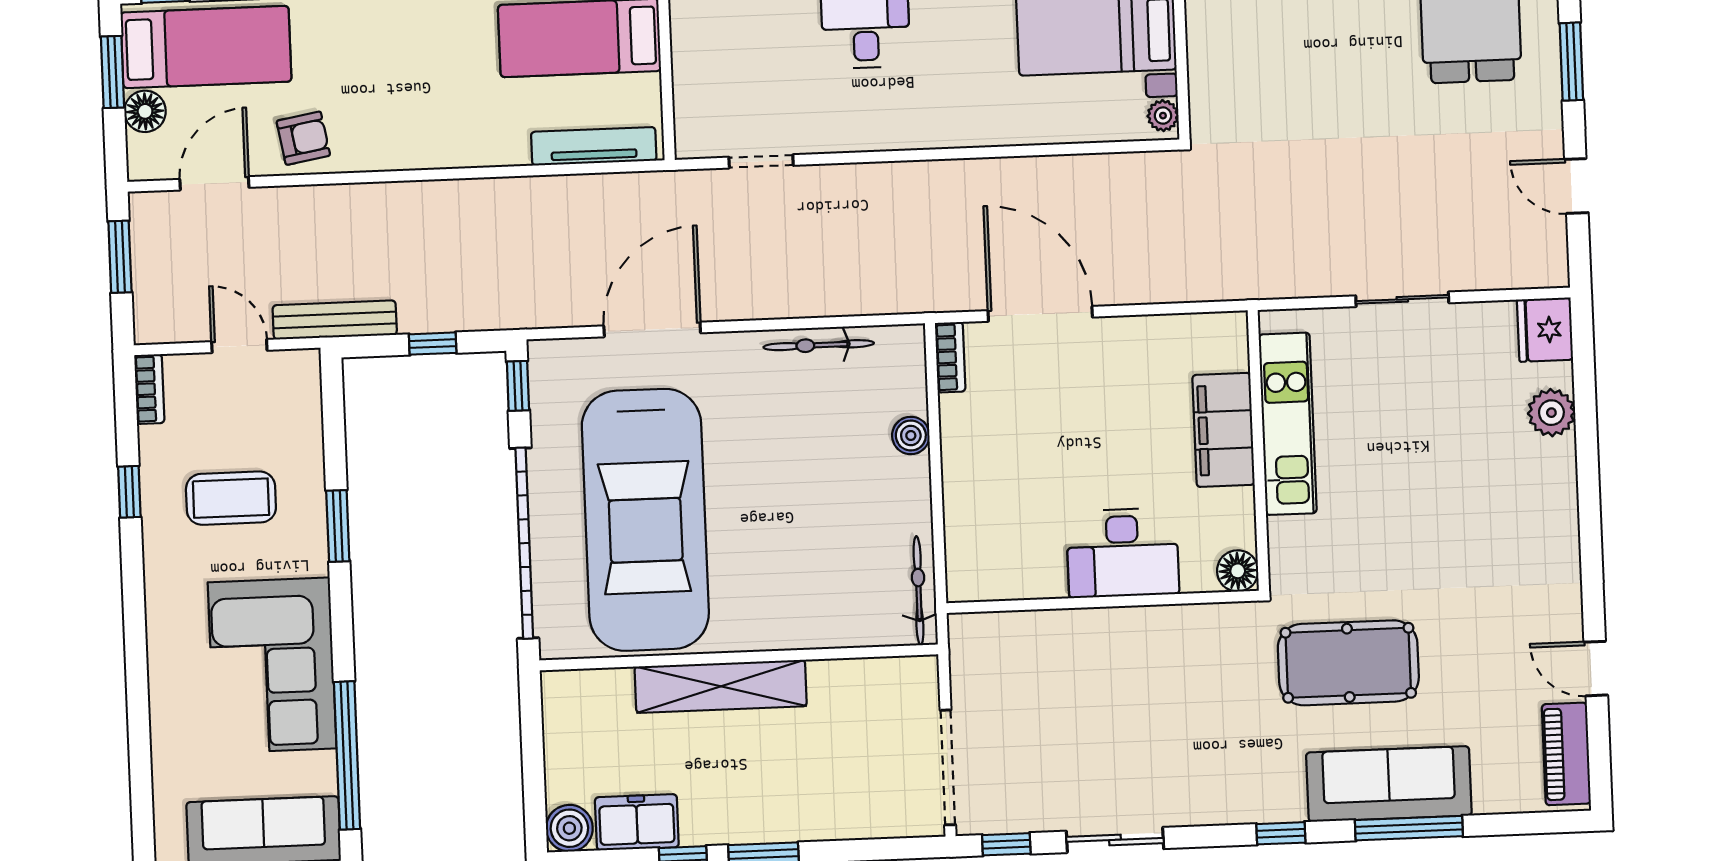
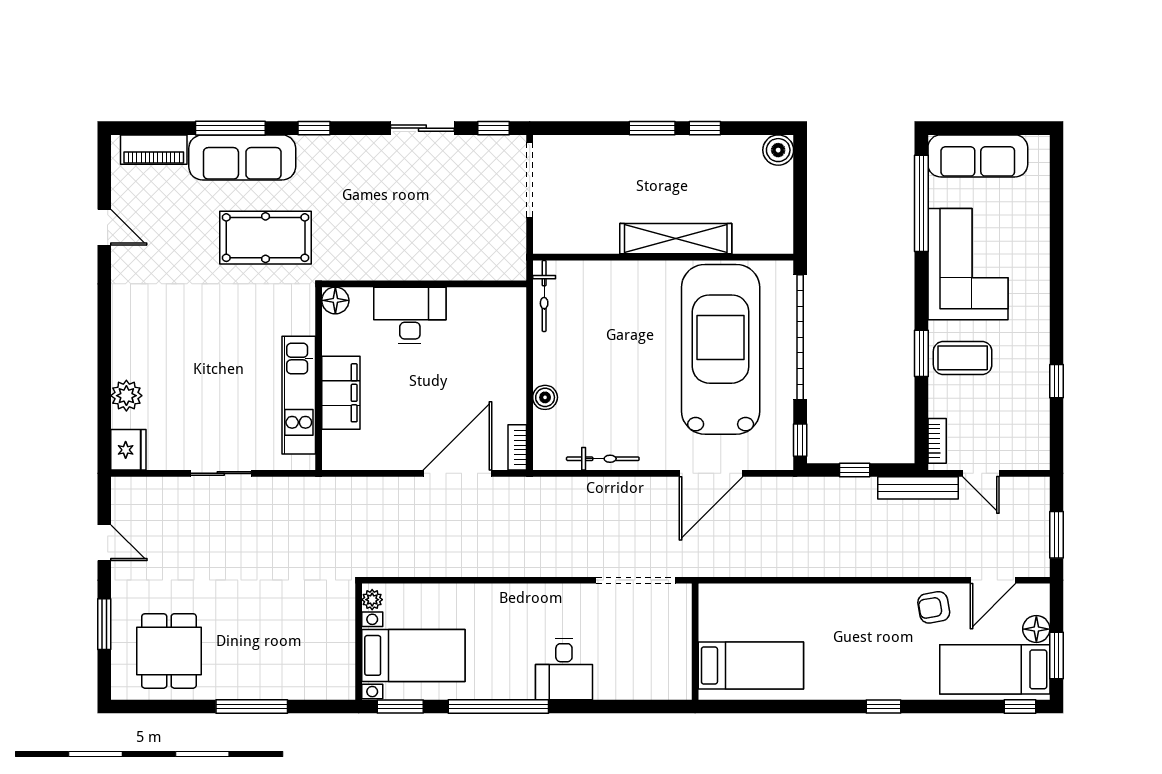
tv unit: (594, 146) -> (744, 594), removed
doorway: (761, 161) -> (636, 580), width x1.88
door: (1040, 314) -> (457, 473), swing flipped
bookcase: (149, 389) -> (937, 441), moved, turned 180
coffee table: (231, 498) -> (963, 358), moved
piano: (1566, 754) -> (154, 150), moved, turned 90
freezer: (637, 822) -> (734, 152), removed

